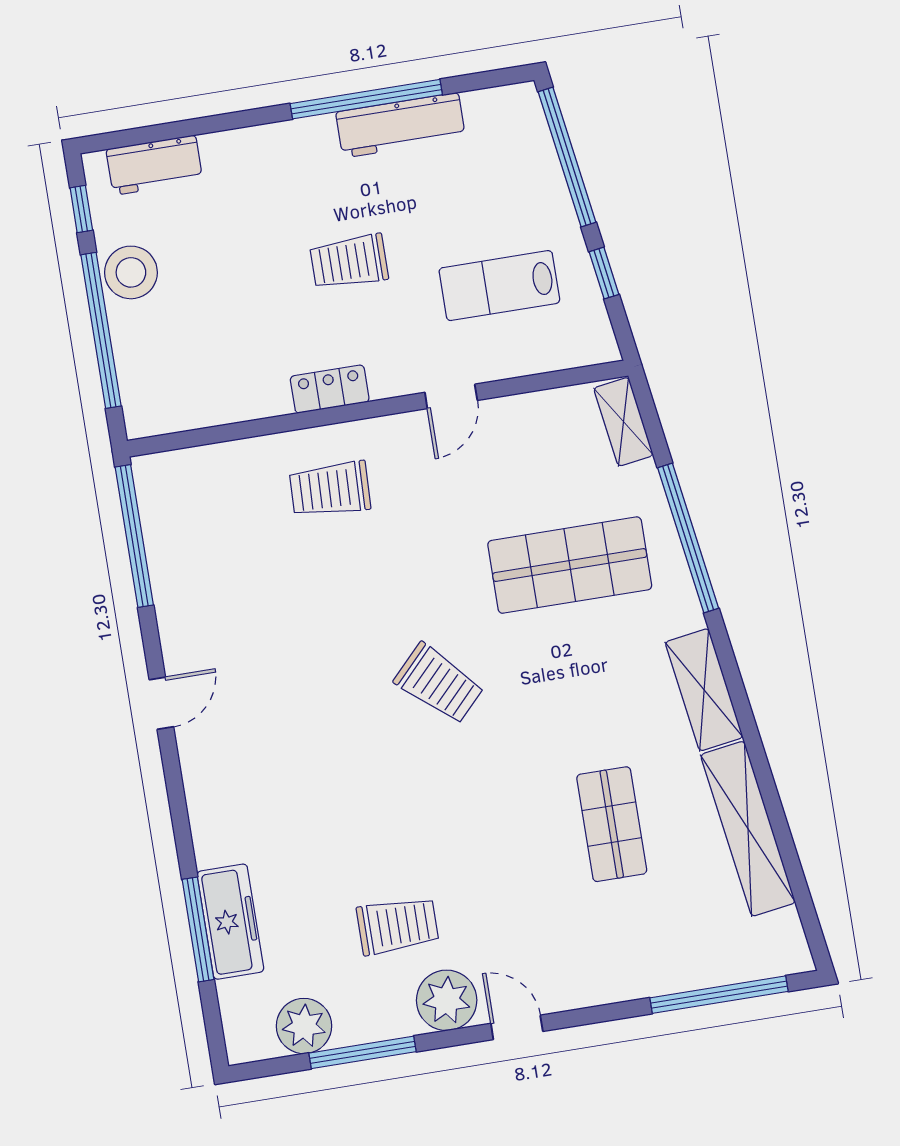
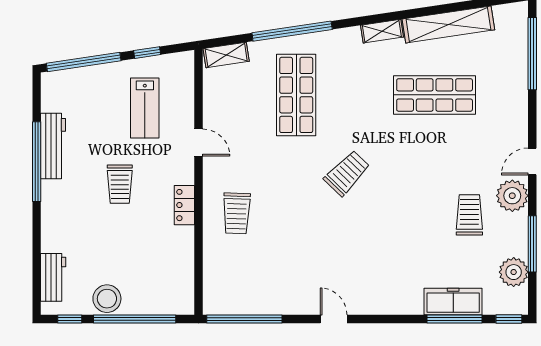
shelving: (704, 690) -> (382, 31), width x0.67, depth x0.75
shop shelf: (612, 824) -> (435, 95), width x1.43, depth x1.36
window: (214, 1031) -> (509, 319), added

